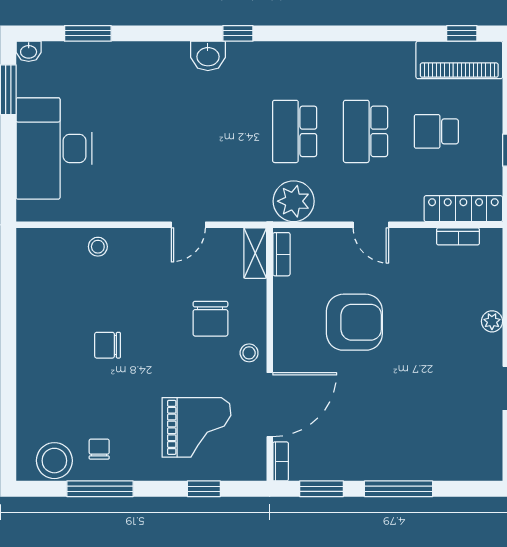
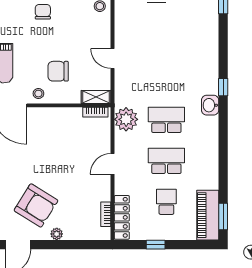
window: (462, 33) -> (223, 216), width x1.50
washbasin: (208, 56) -> (210, 105), moved
armchair: (354, 322) -> (36, 205), moved, turned -58

